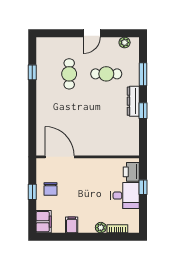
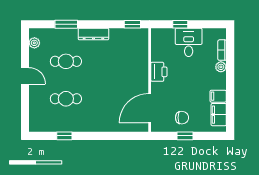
cafe table: (106, 74) -> (66, 61), turned 90
window: (143, 111) -> (132, 24), moved
printer: (131, 172) -> (159, 72), moved, turned -90
filing cabinet: (44, 222) -> (219, 115), moved, turned -90

